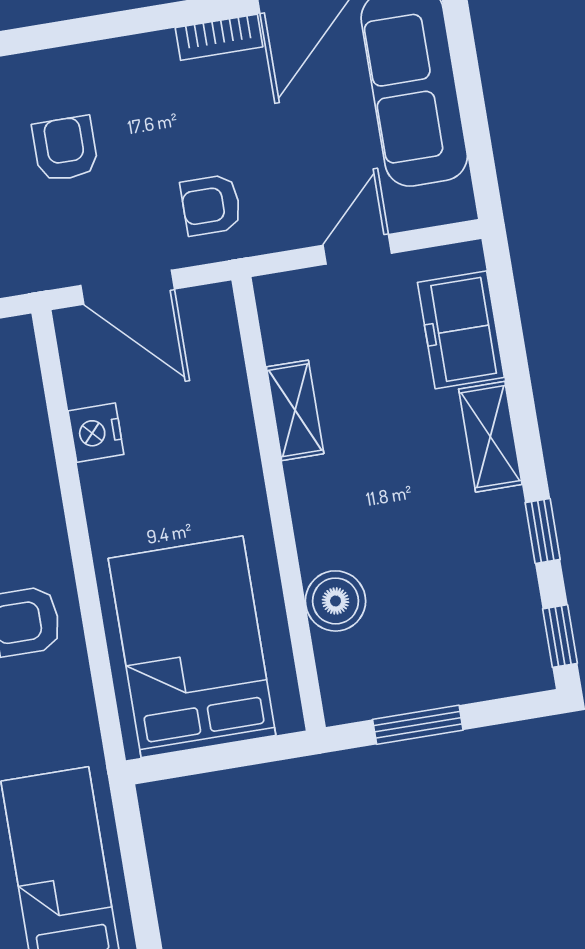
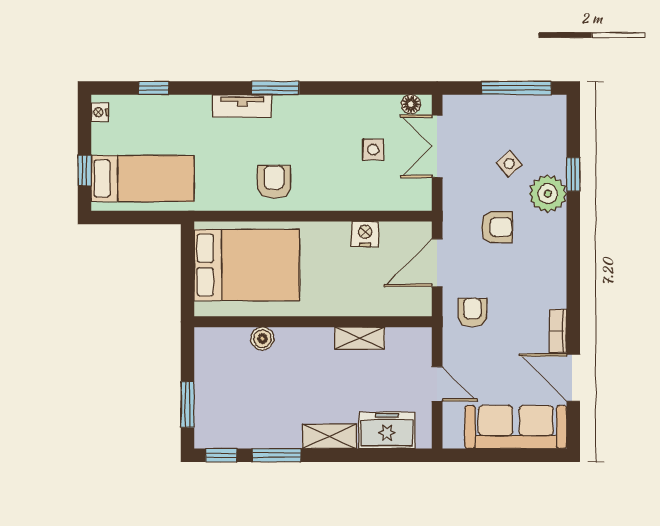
armchair: (65, 149) -> (497, 227), moved
window: (543, 531) -> (277, 455), width x1.50
boiler: (335, 601) -> (262, 339), width x0.73, depth x0.73
window: (418, 725) -> (188, 404), moved

